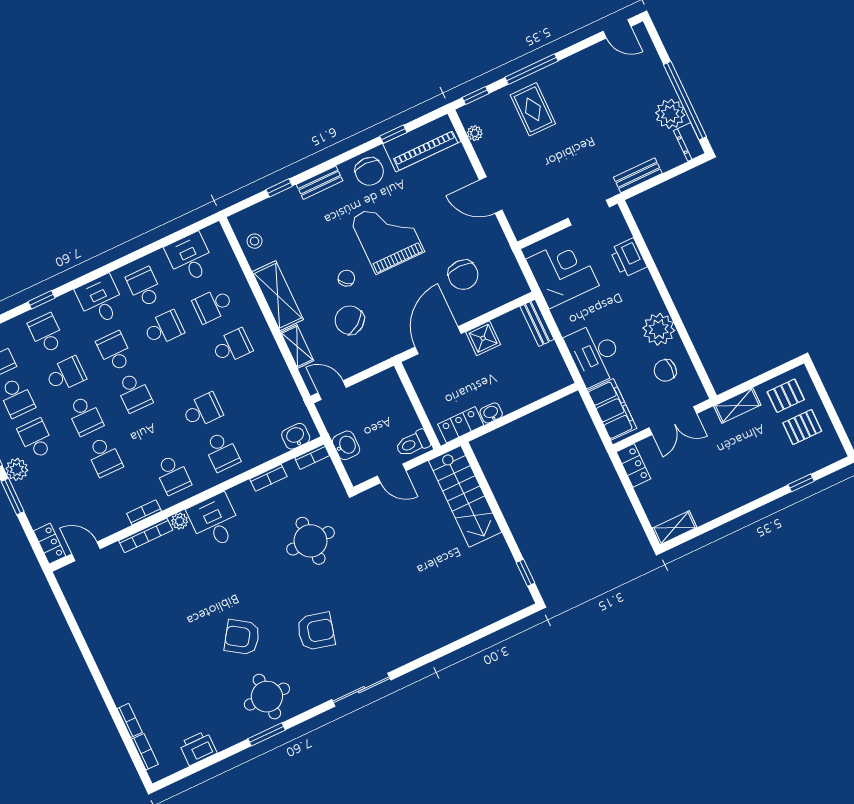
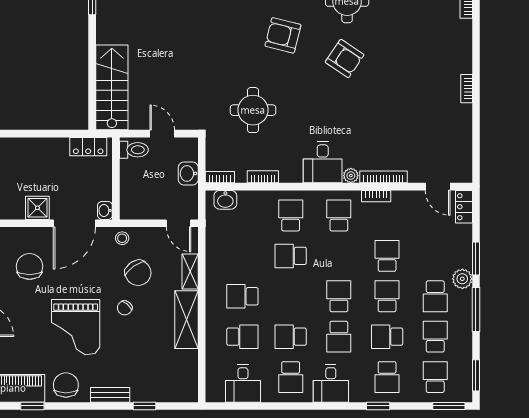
stool: (255, 241) -> (122, 238), moved
washbasin: (491, 413) -> (105, 210), moved, turned 90
bookcase: (130, 720) -> (467, 89), moved

